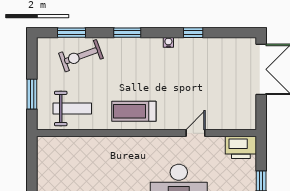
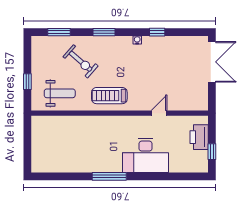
exercise bike: (81, 56) -> (81, 61), moved, turned -119
window: (32, 94) -> (27, 82), width x0.67
printer: (241, 147) -> (199, 137), moved, turned 90

